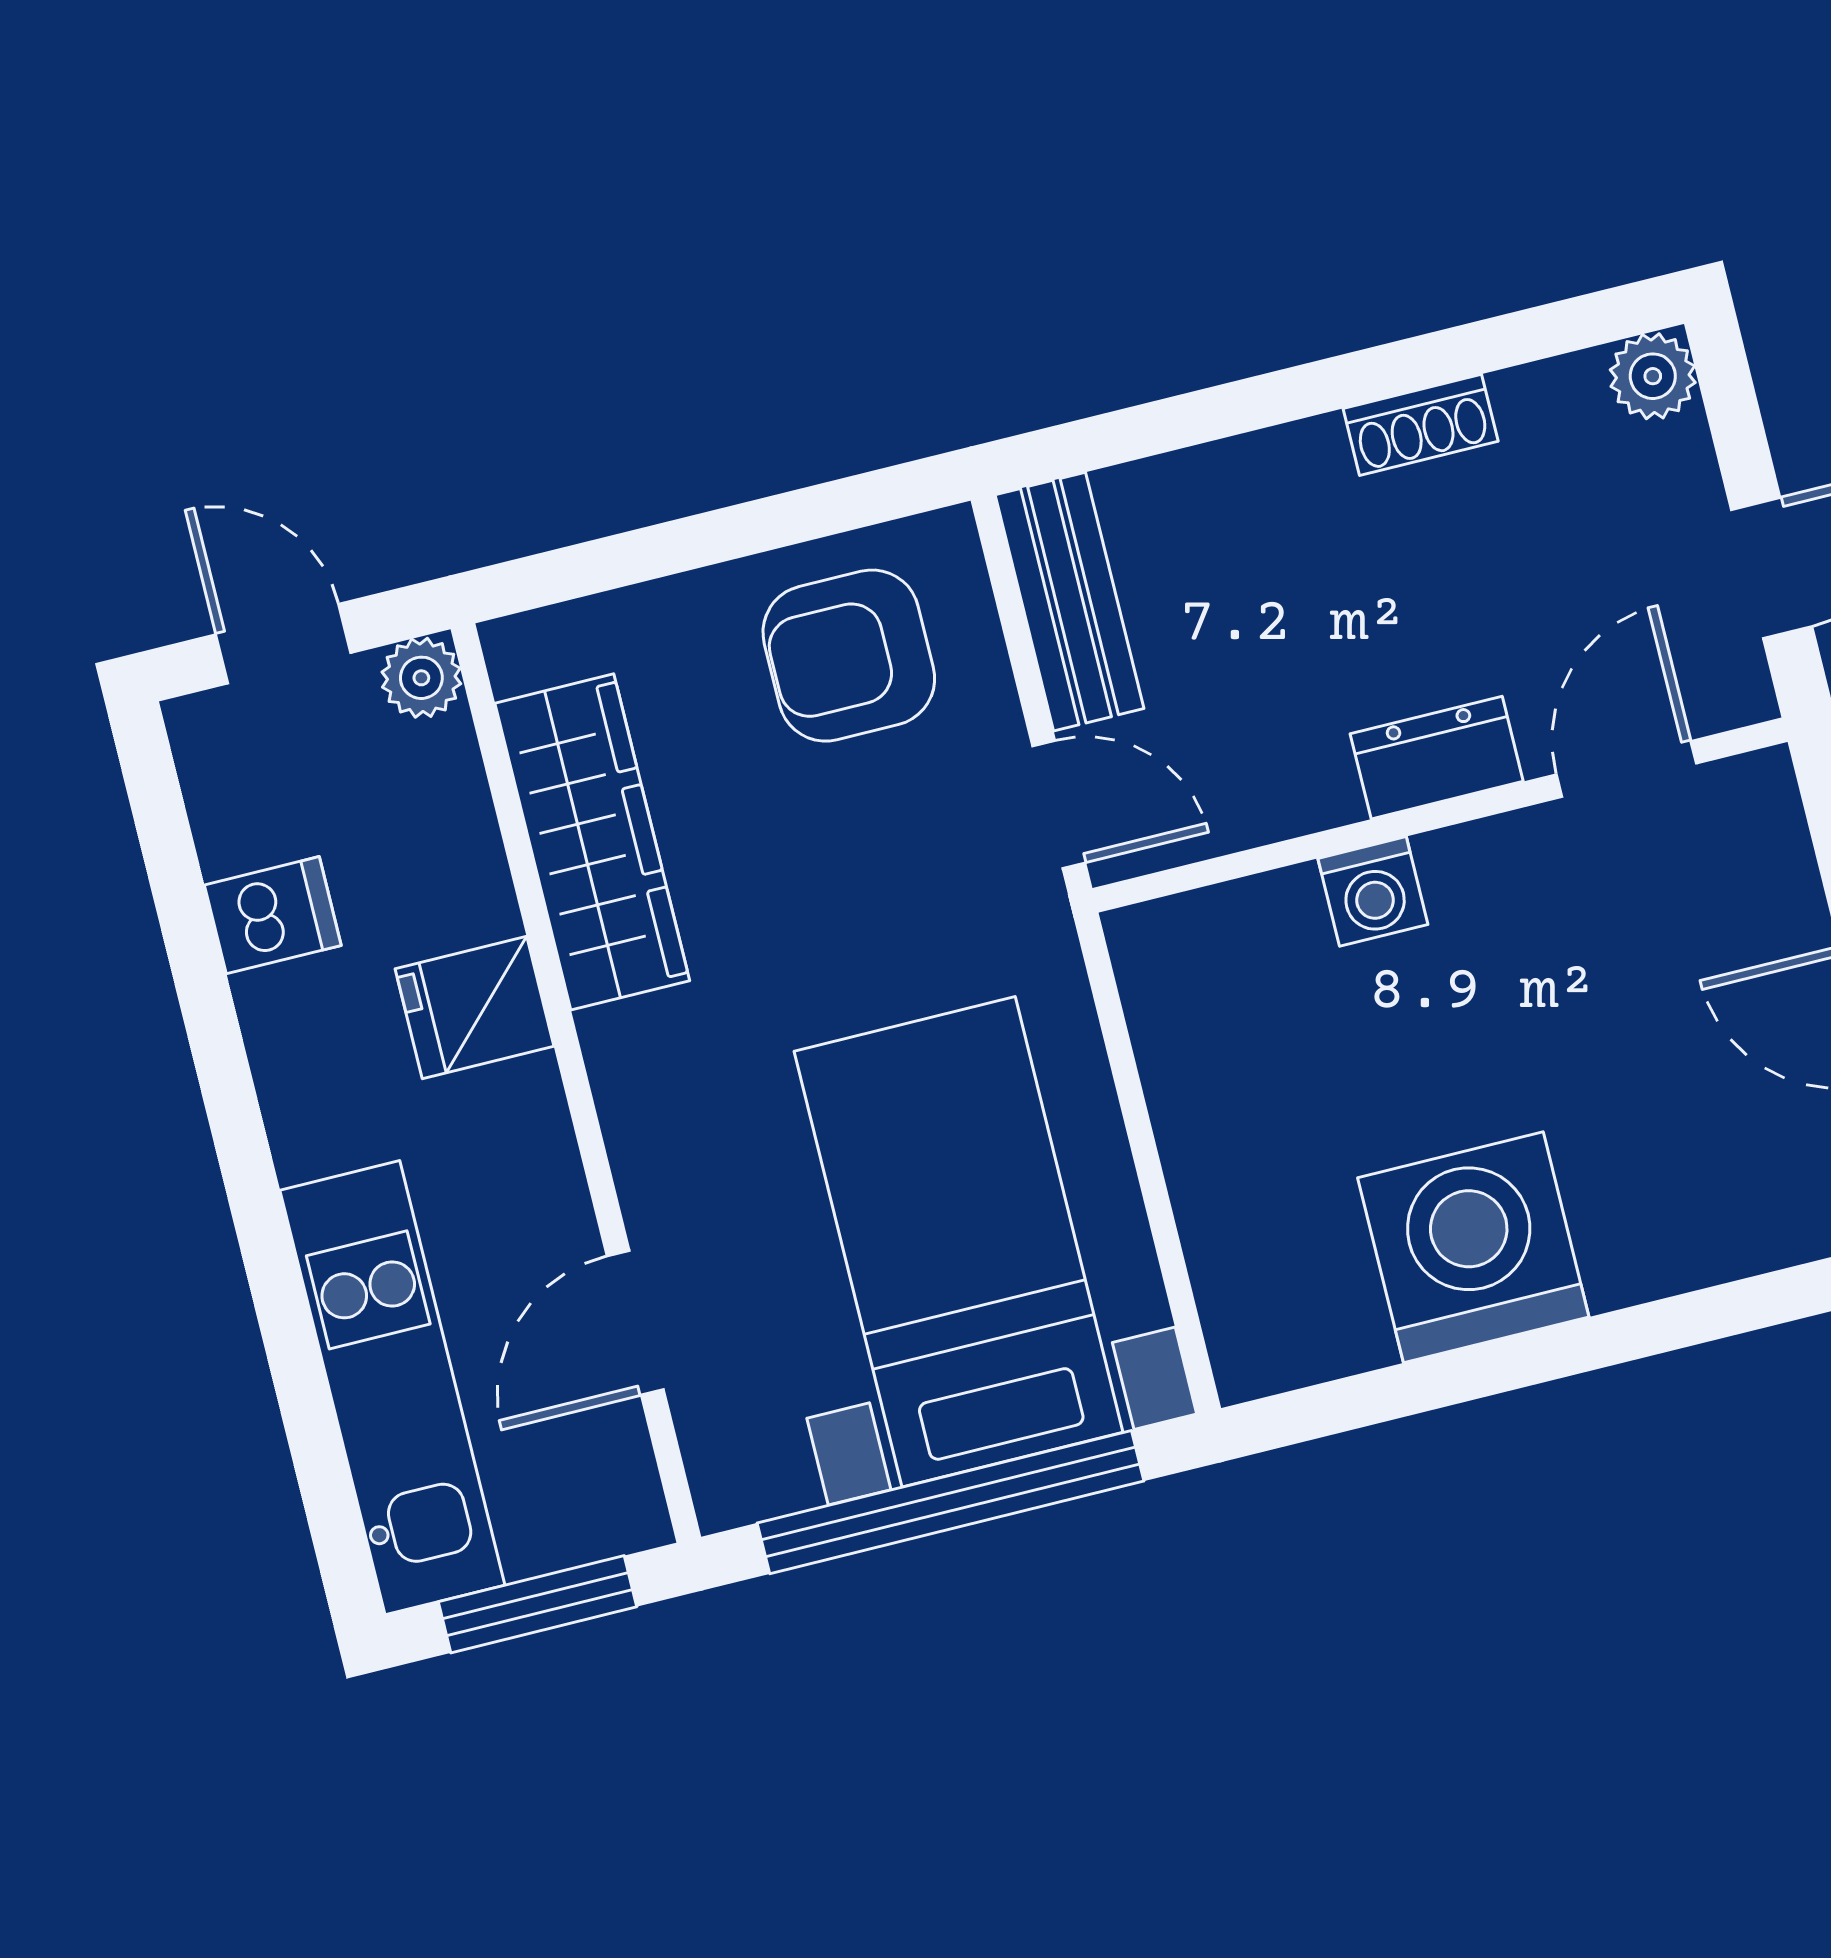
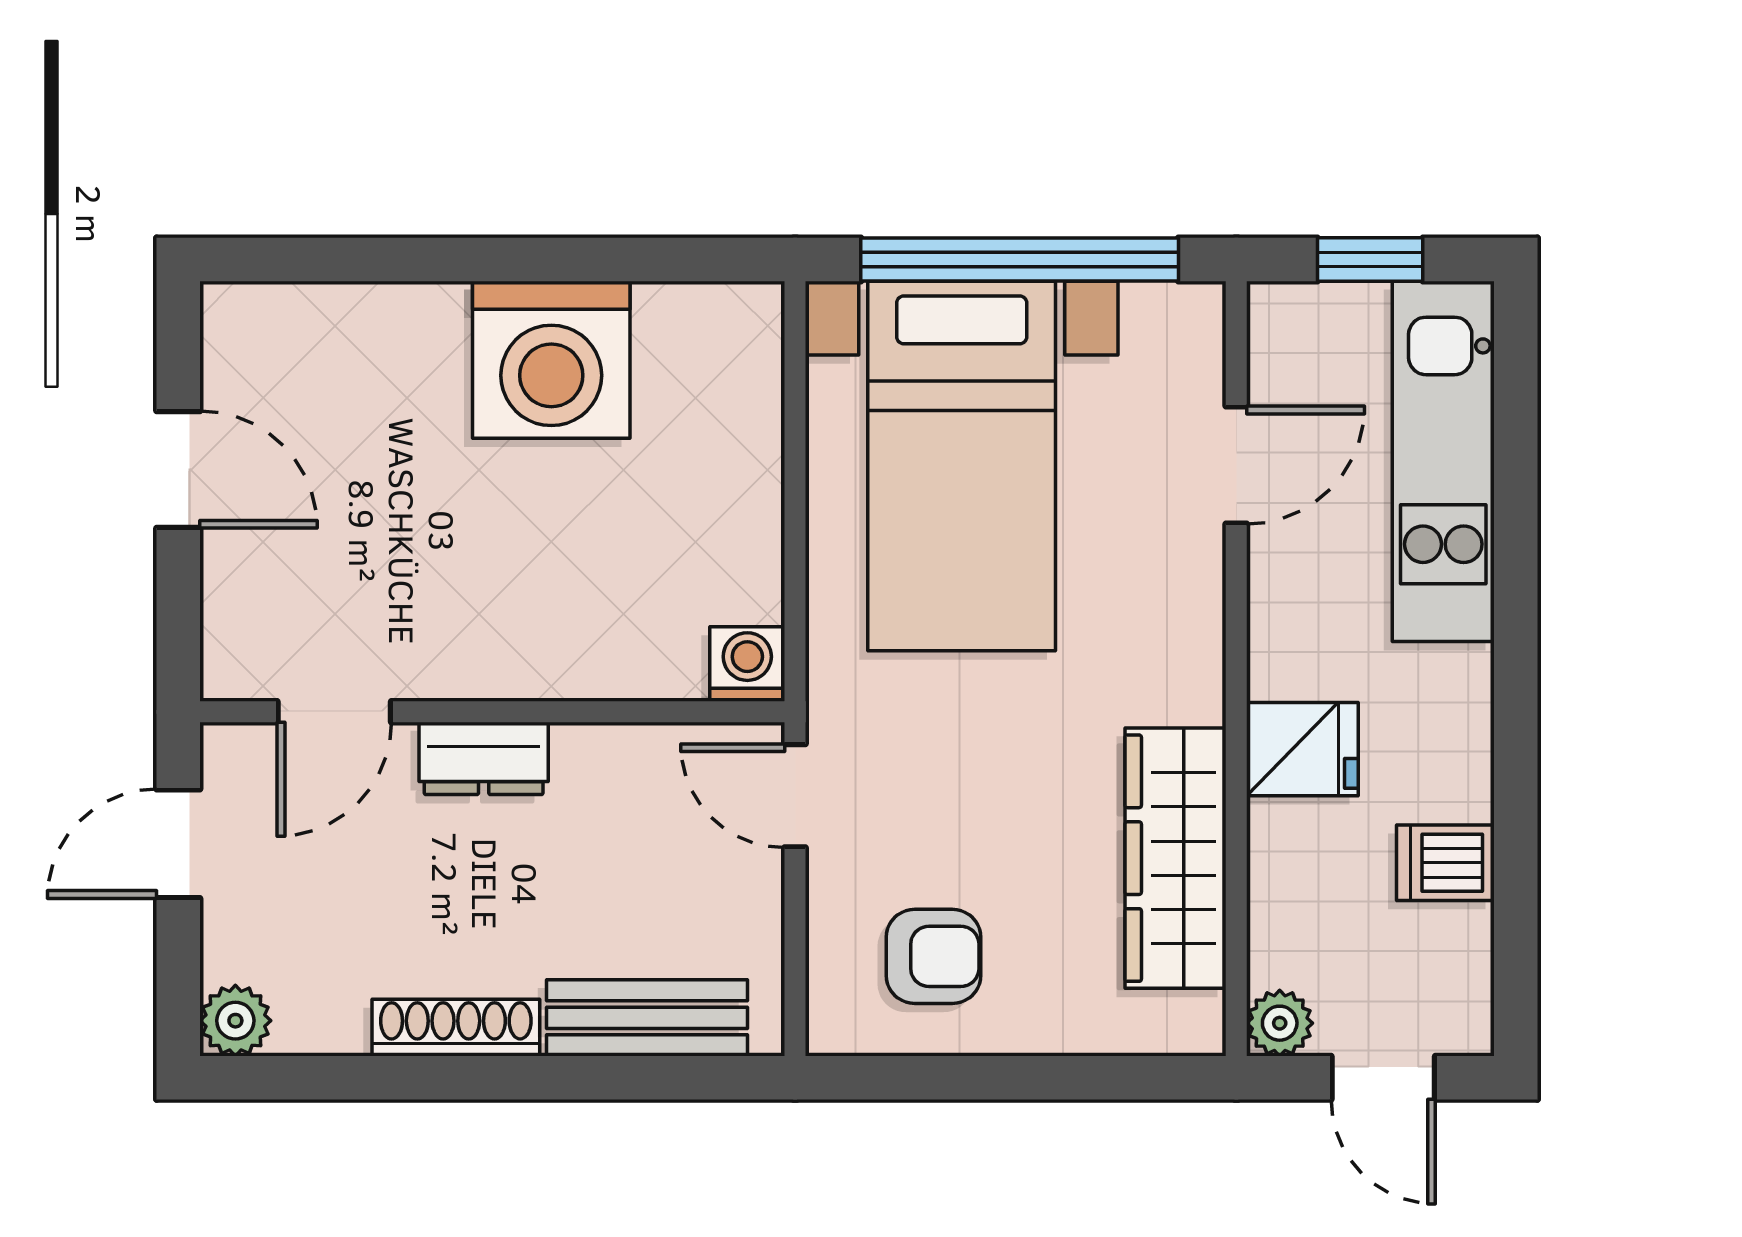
shoe rack: (1421, 425) -> (456, 1028), width x1.43
bench: (1069, 602) -> (647, 1018), moved, turned 90
armchair: (849, 656) -> (933, 956), width x0.72, depth x0.72
washing machine: (1373, 891) -> (747, 664), moved
window: (538, 1604) -> (1370, 259), width x0.67

